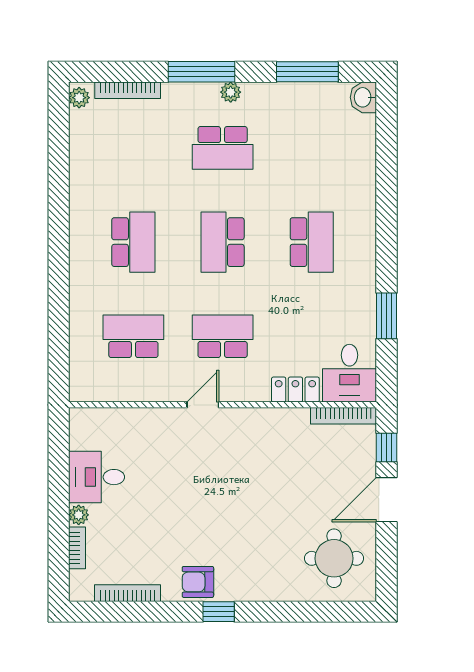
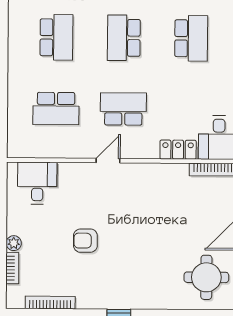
school desk: (133, 336) -> (56, 108), turned 180
desk: (97, 477) -> (37, 183), moved, turned 90
armchair: (198, 582) -> (85, 241), moved

